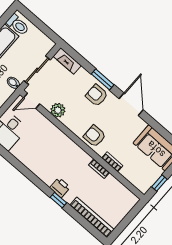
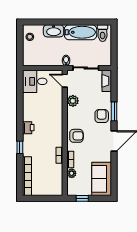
armchair: (95, 136) -> (76, 136), turned 90
plant: (127, 172) -> (72, 173), added
printer: (60, 187) -> (28, 128), moved

